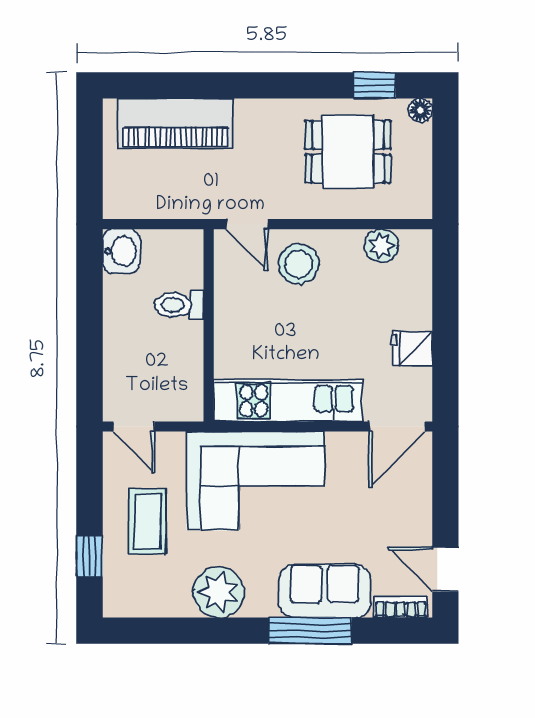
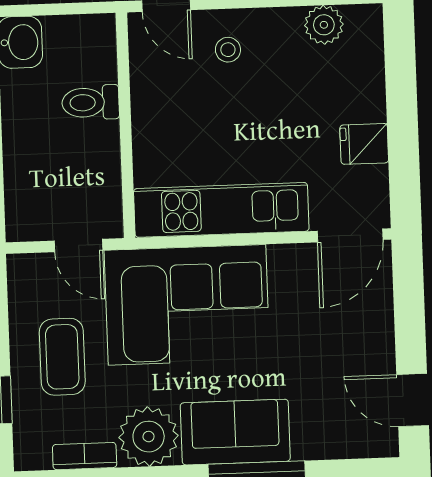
stool: (299, 264) -> (228, 50), width x0.53, depth x0.53
door: (134, 427) -> (78, 245), moved
sofa: (325, 591) -> (235, 432), moved
bookcase: (401, 607) -> (85, 456), moved

